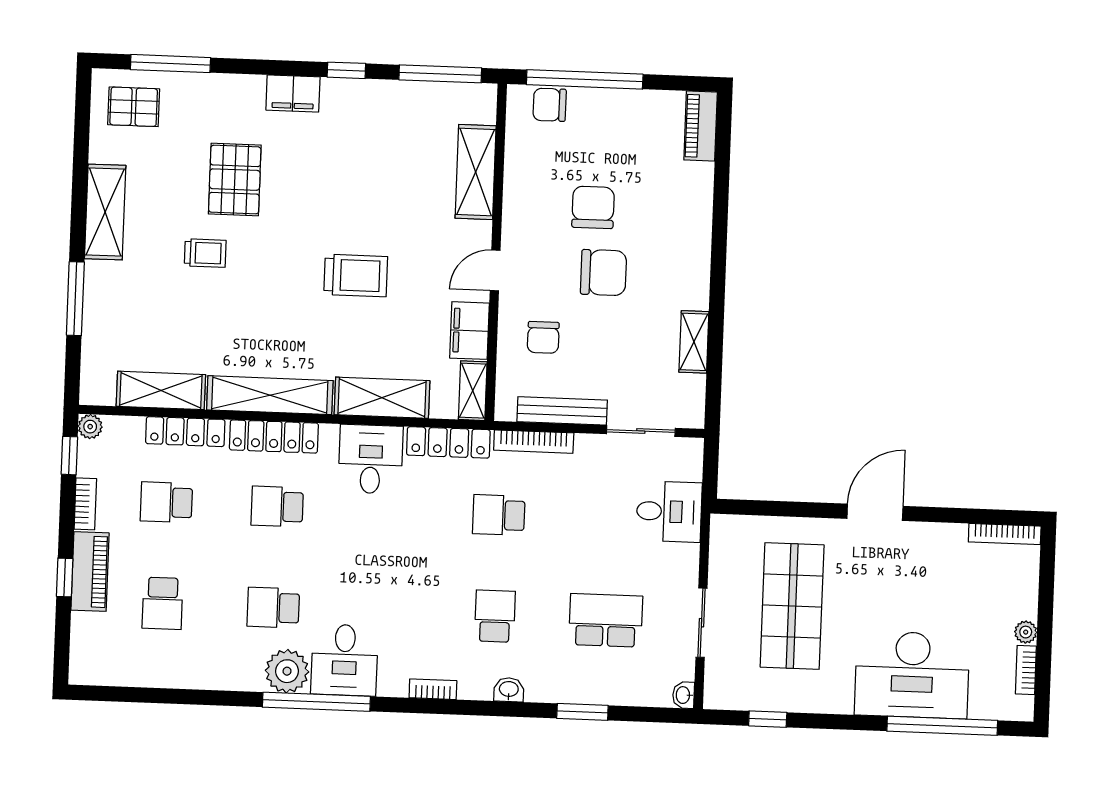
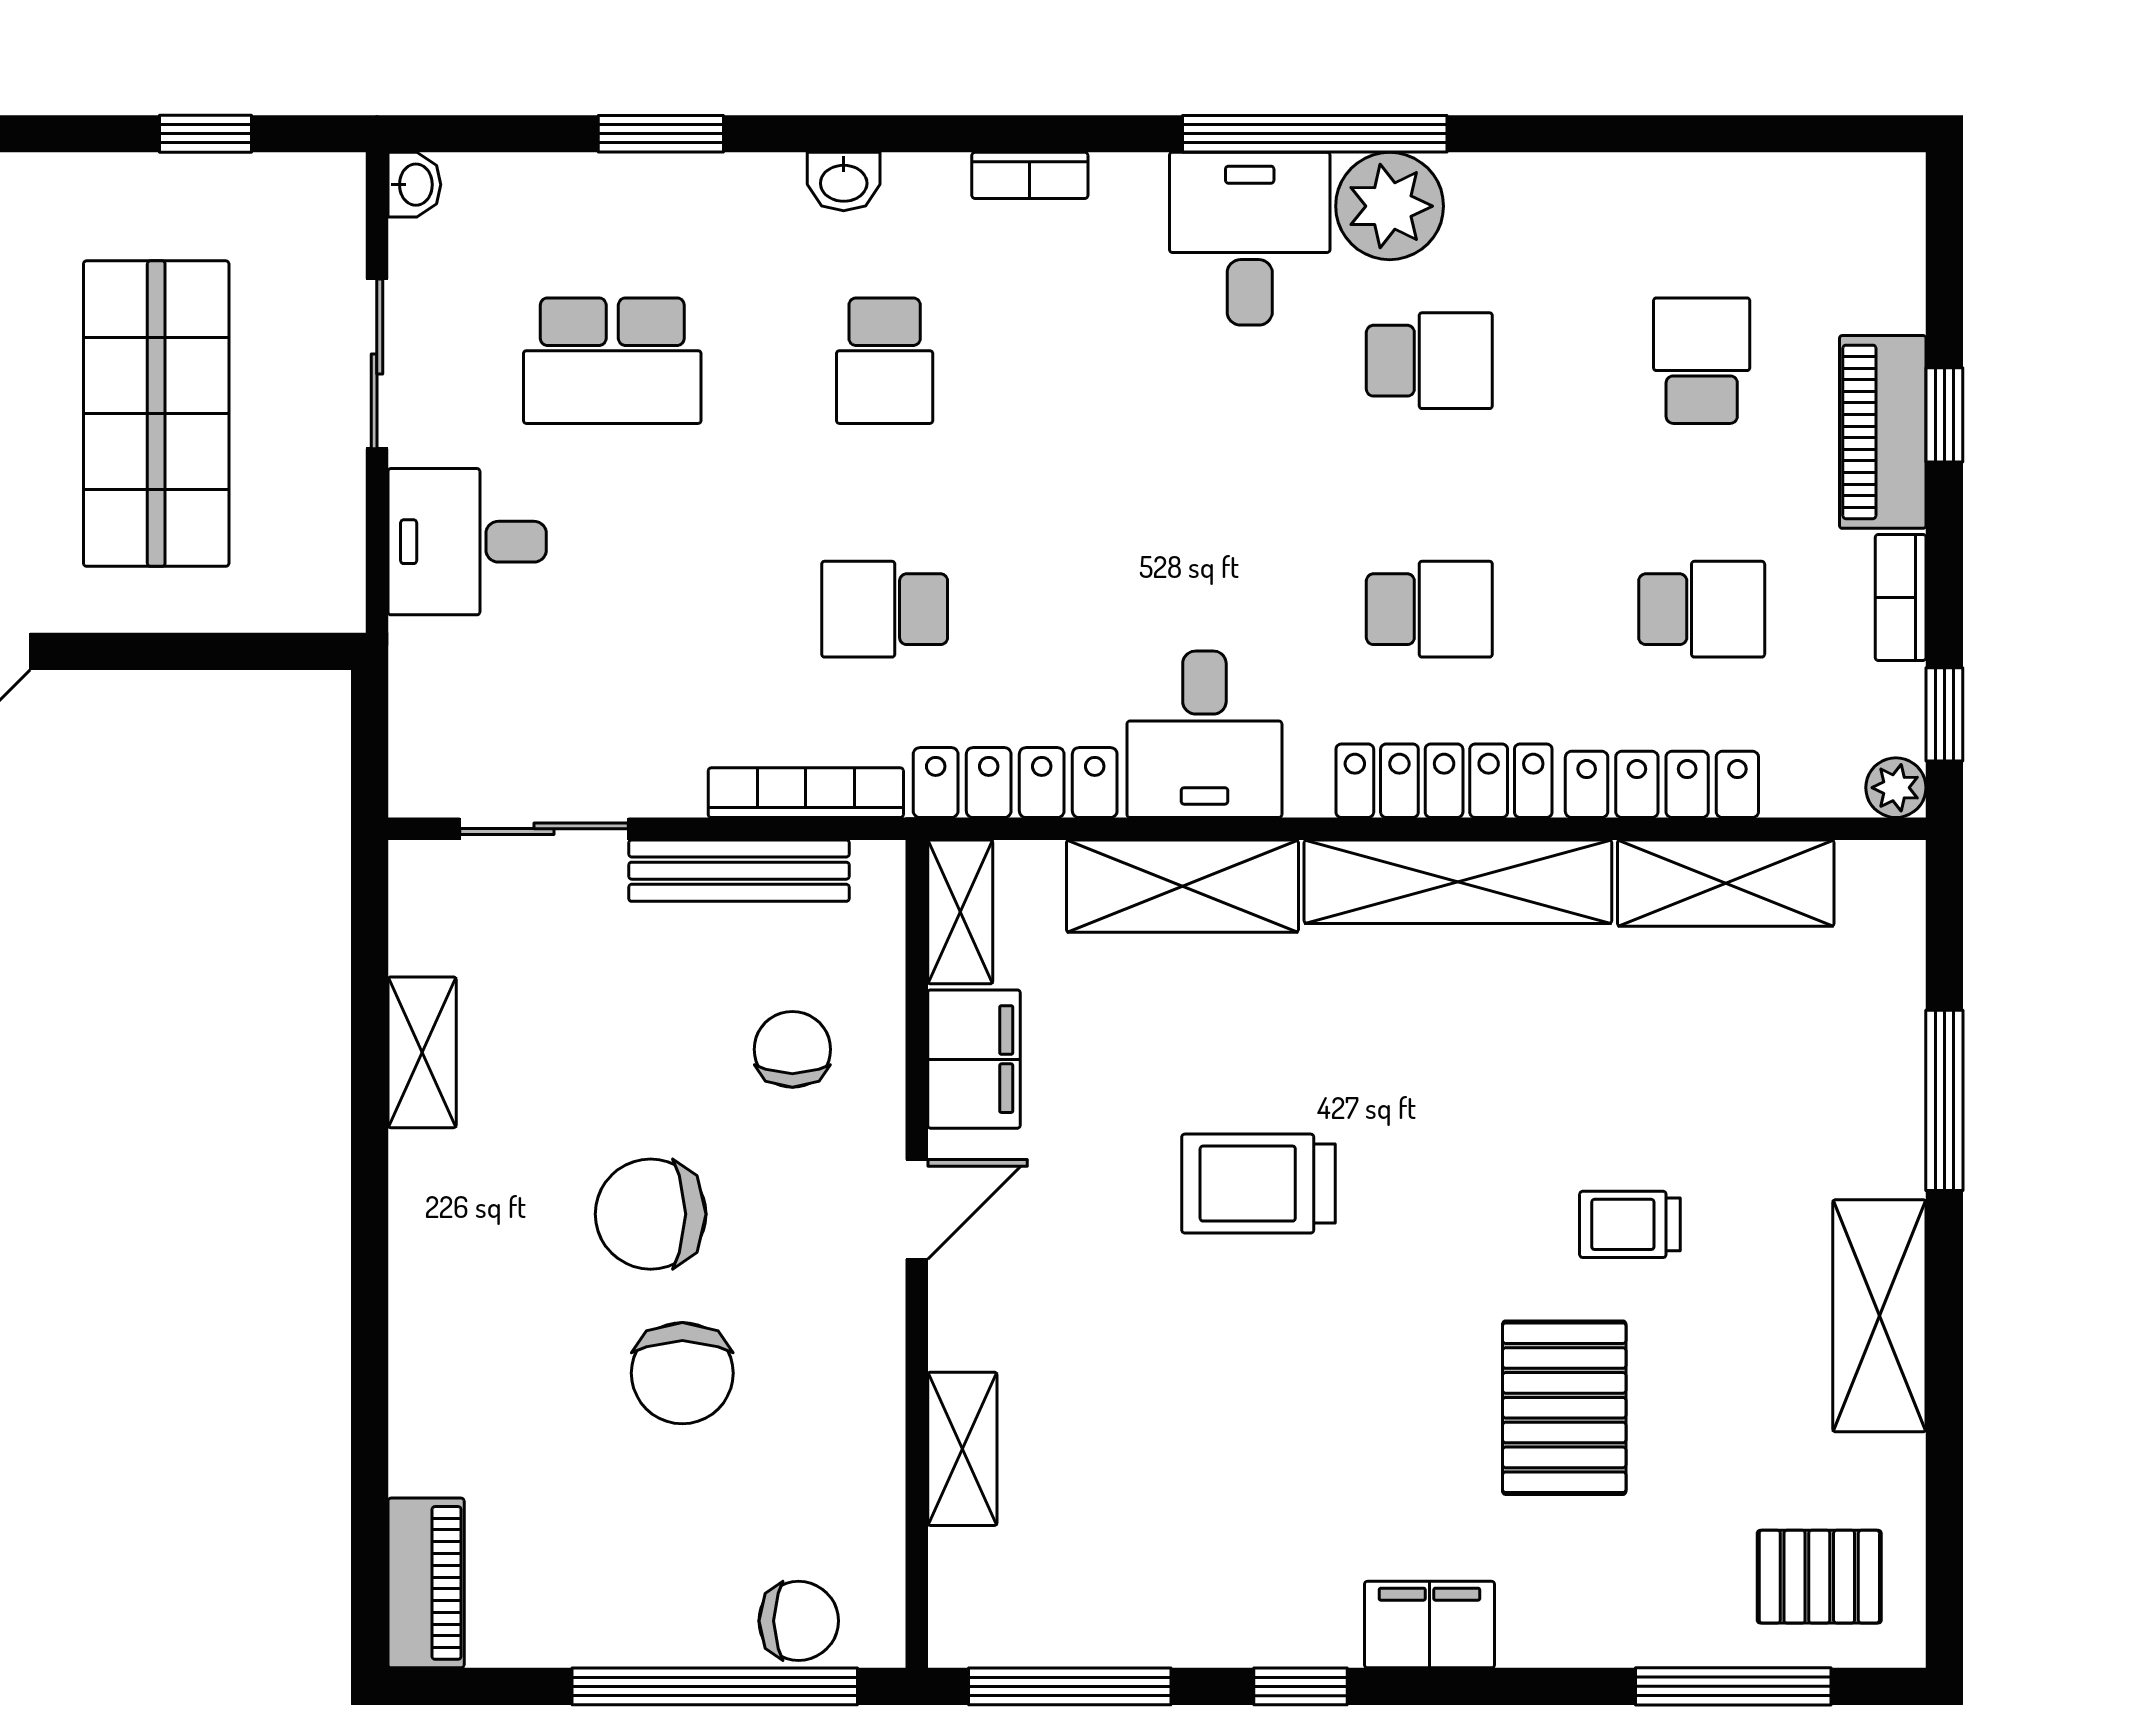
shelving: (476, 172) -> (962, 1449), width x0.67, depth x0.75
desk: (669, 512) -> (467, 542), moved
school desk: (499, 515) -> (885, 609), turned 180

